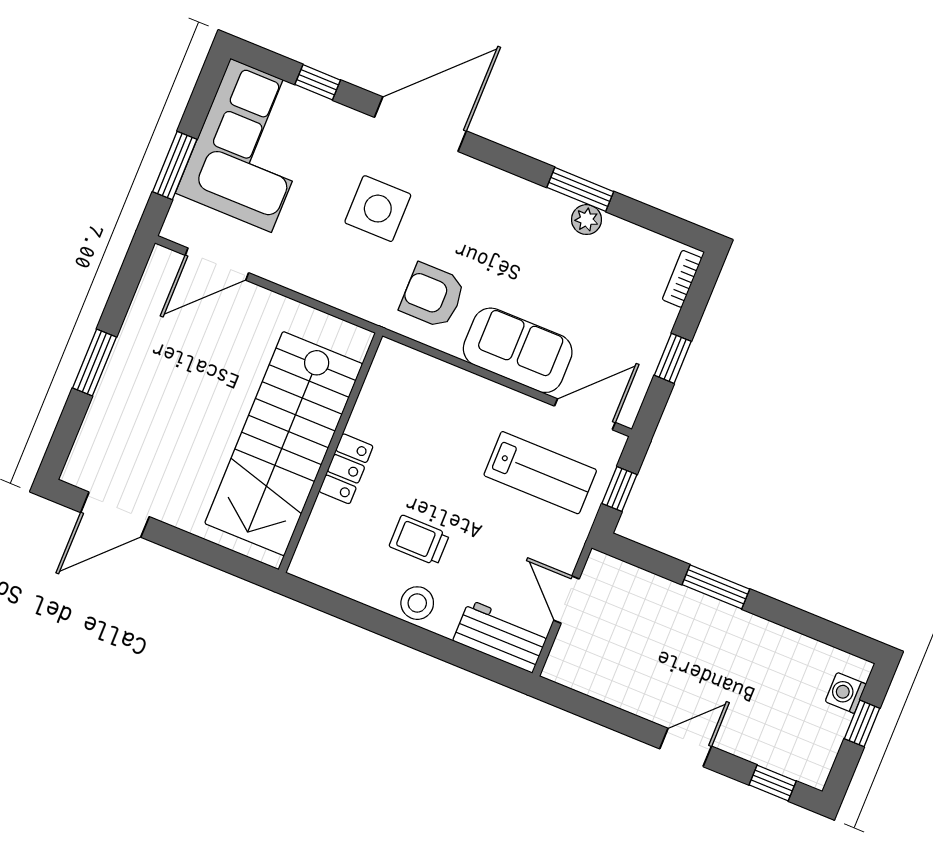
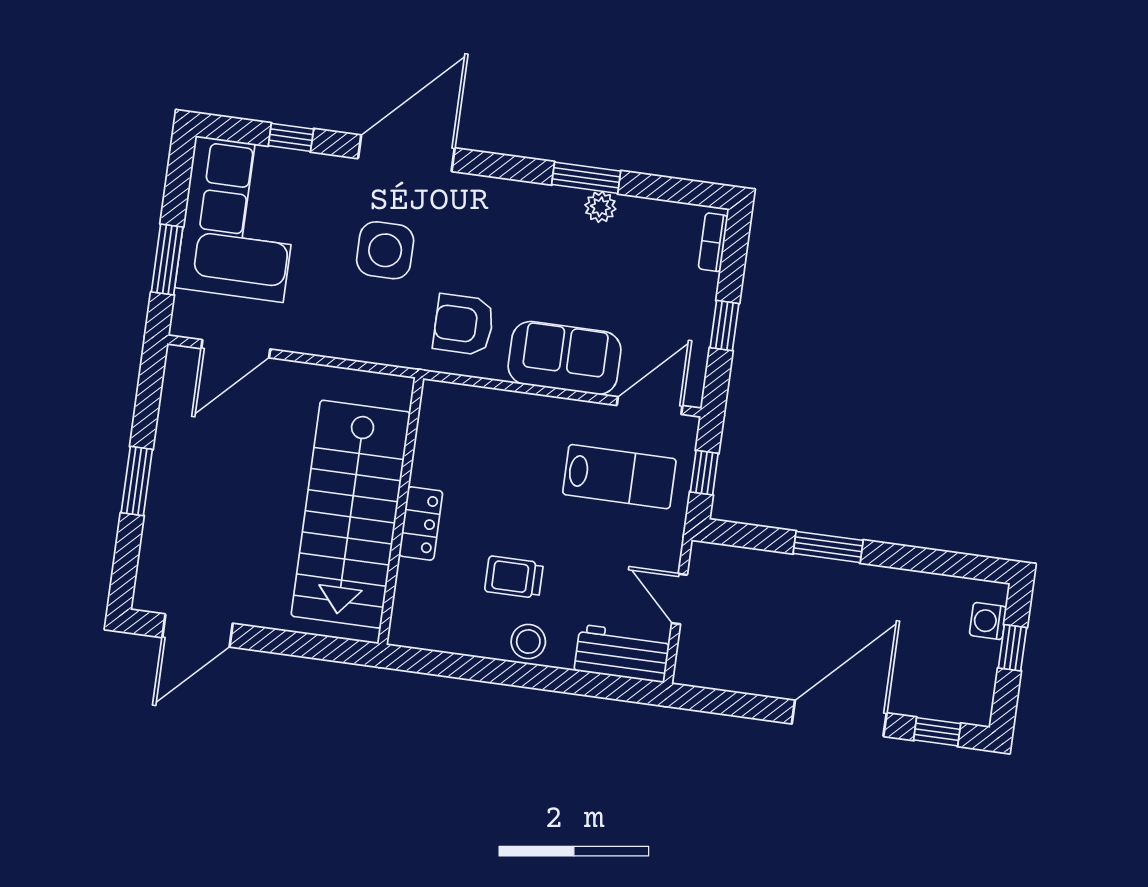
door: (686, 747) -> (839, 718), width x1.88

